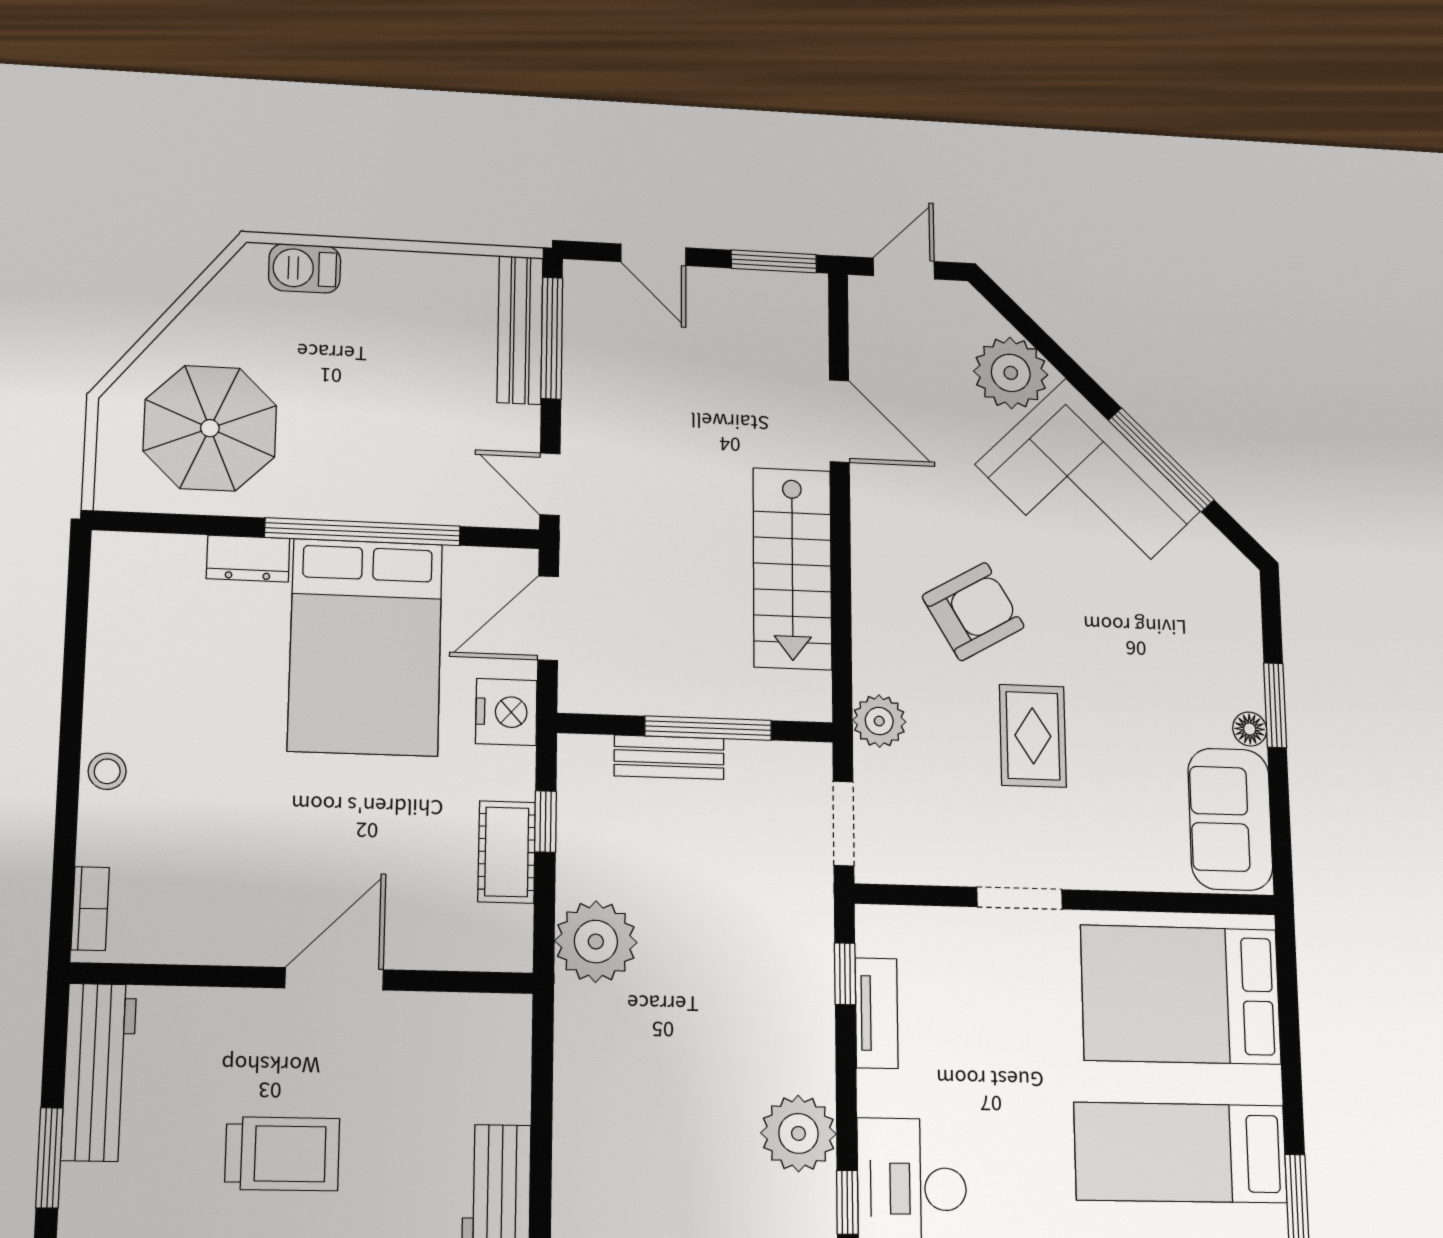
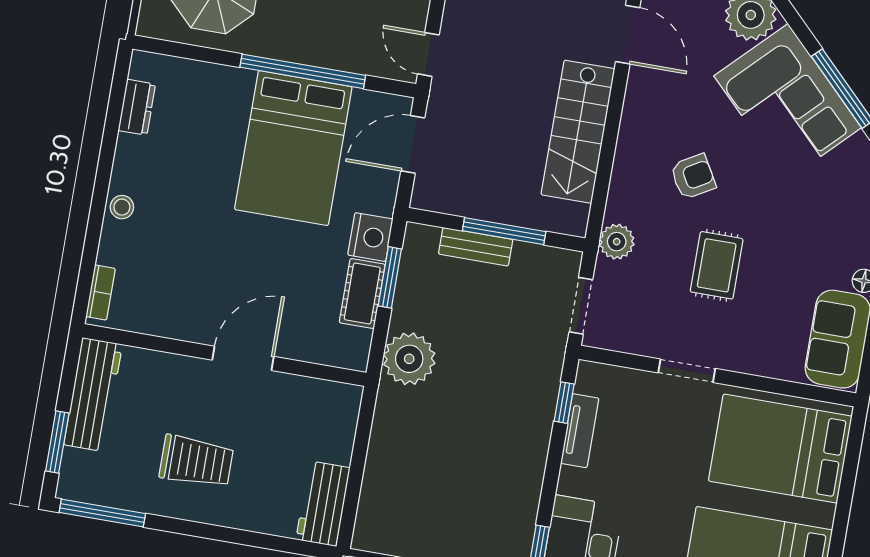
dresser: (248, 559) -> (137, 107), moved, turned -90
armchair: (973, 612) -> (693, 177), width x0.72, depth x0.72
nightstand: (506, 712) -> (370, 237), moved
window: (545, 821) -> (390, 277), width x1.50
plant: (798, 1133) -> (516, 499), removed

